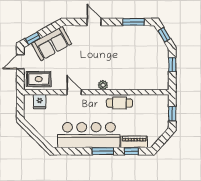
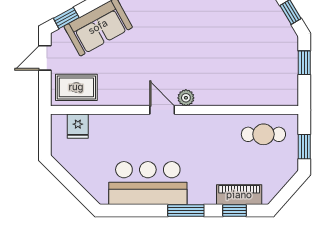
door: (74, 92) -> (162, 110), moved
cafe table: (119, 103) -> (263, 134), moved
bar counter: (89, 135) -> (148, 183), width x0.73

